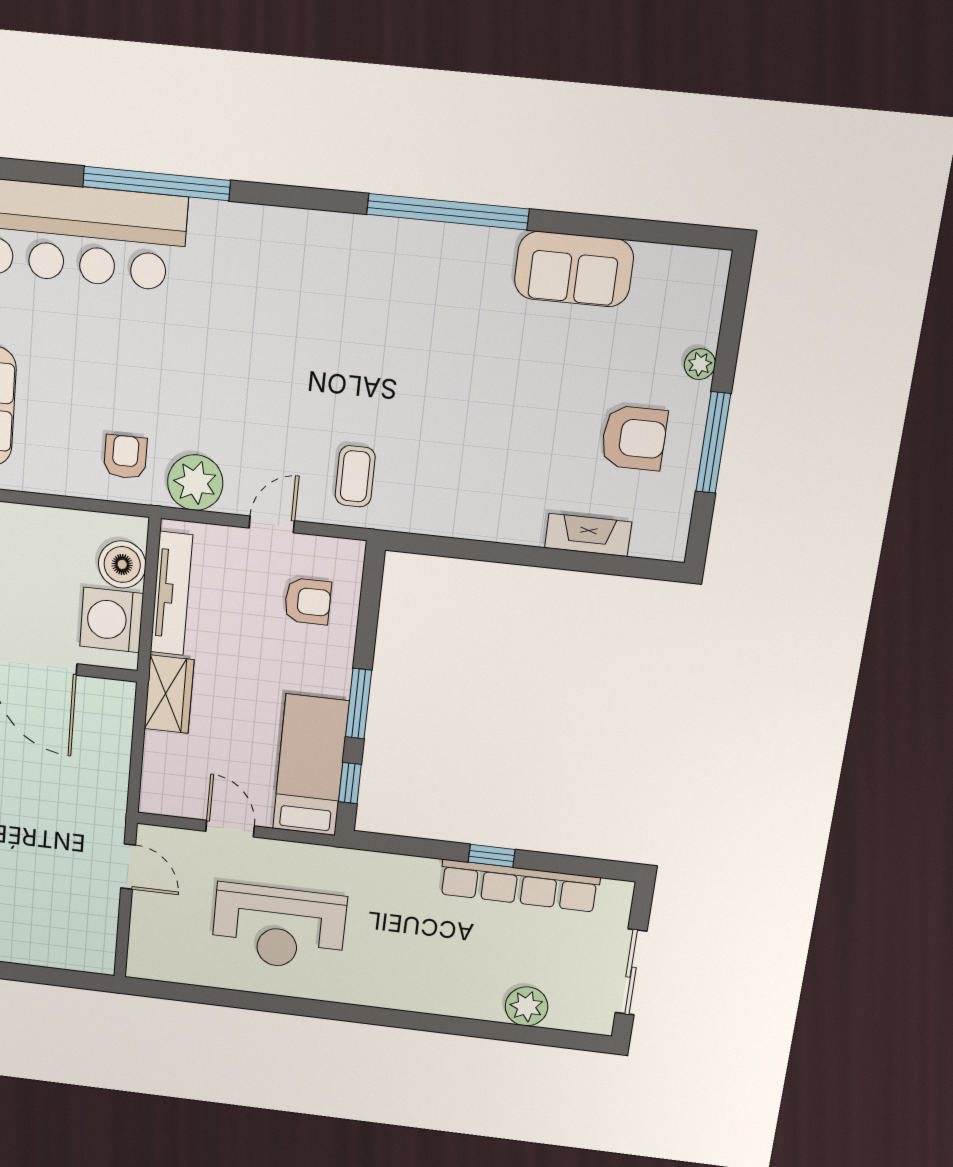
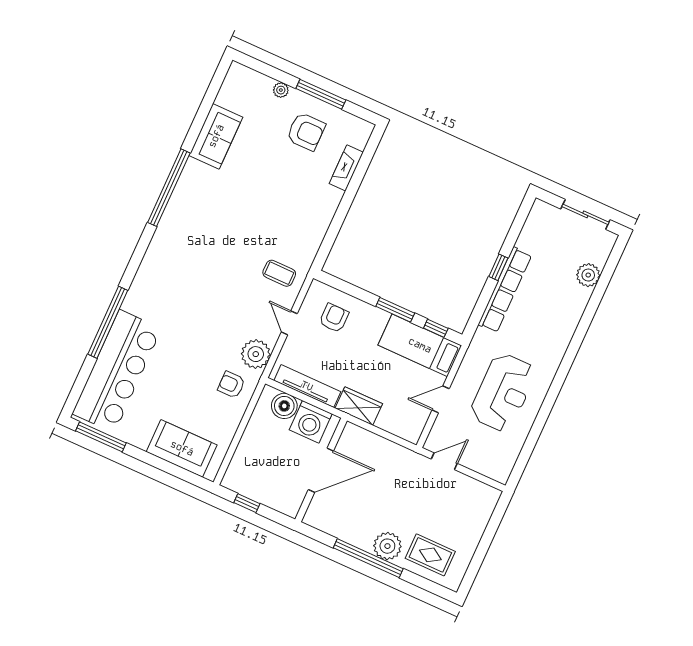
armchair: (634, 438) -> (306, 132), turned 90
row of seats: (519, 886) -> (505, 290), moved

